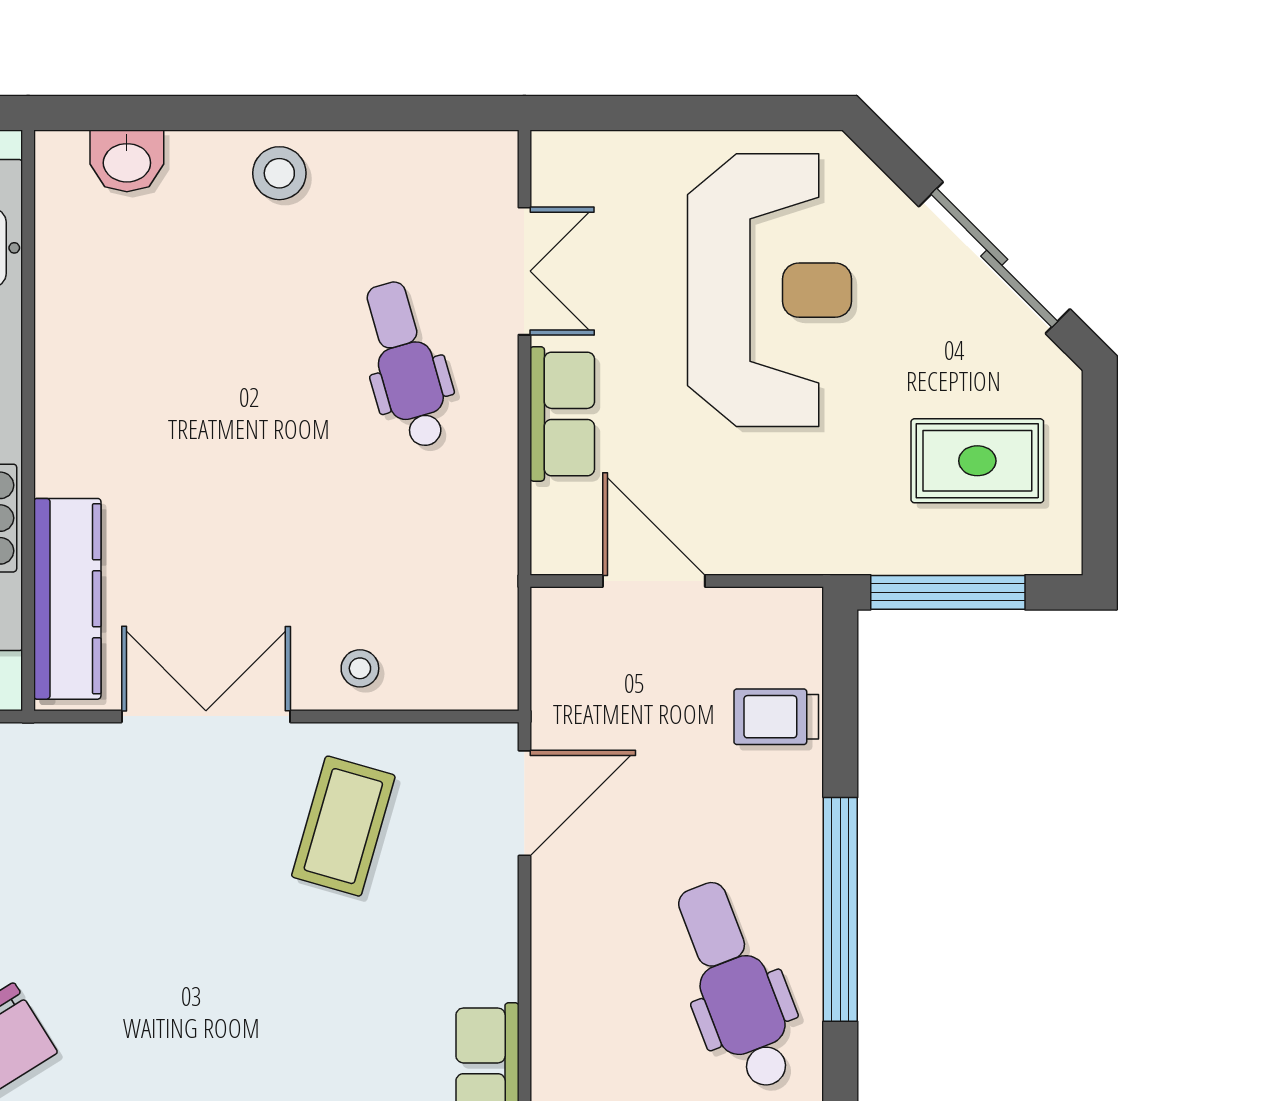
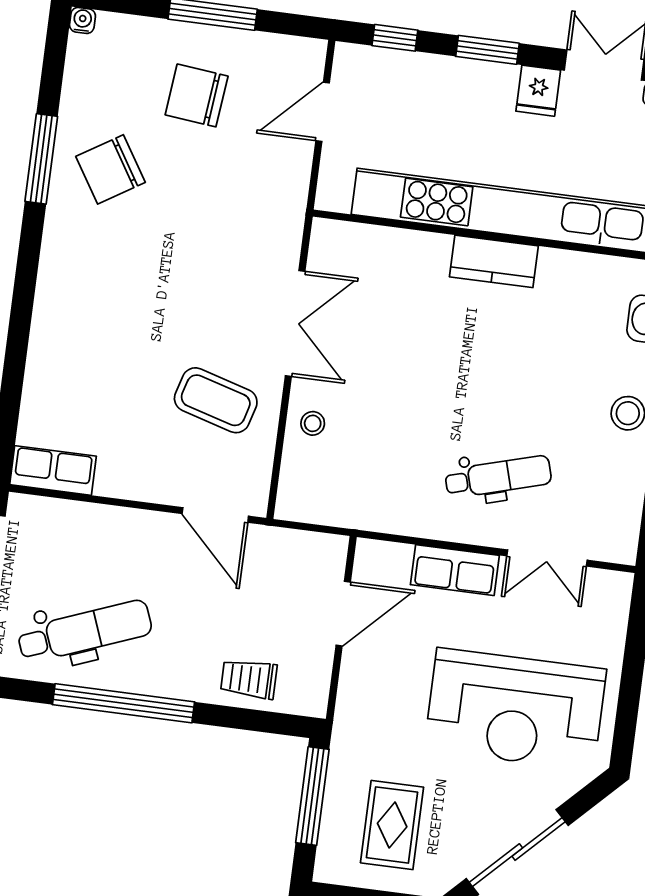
kitchen counter: (67, 599) -> (494, 261), moved, width x0.67
trolley: (776, 717) -> (249, 679), turned -90

